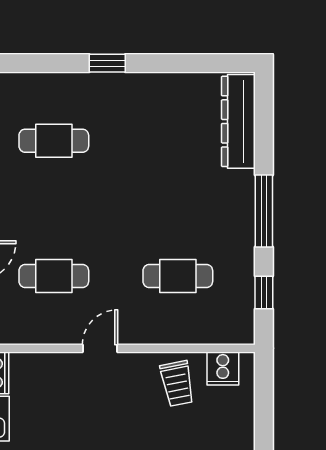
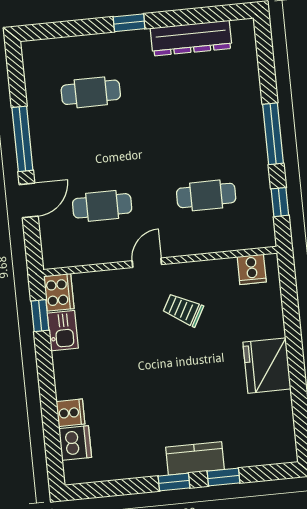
dresser: (238, 121) -> (191, 38), moved, turned -90
trolley: (177, 383) -> (183, 310), moved, turned 130

